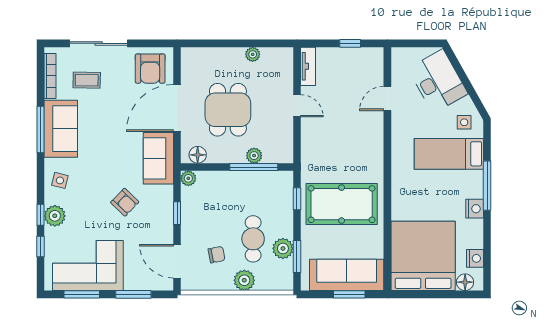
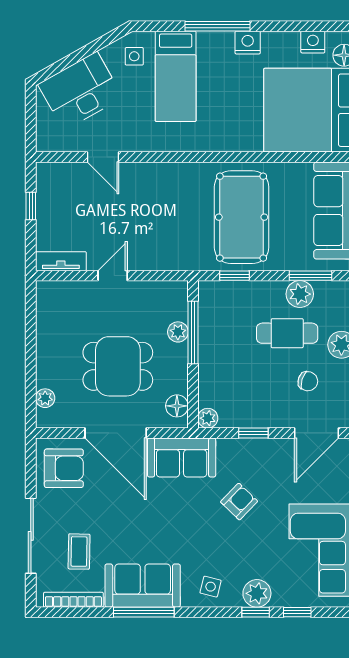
plant: (253, 54) -> (45, 398), moved
chair: (217, 255) -> (308, 381), turned 118

